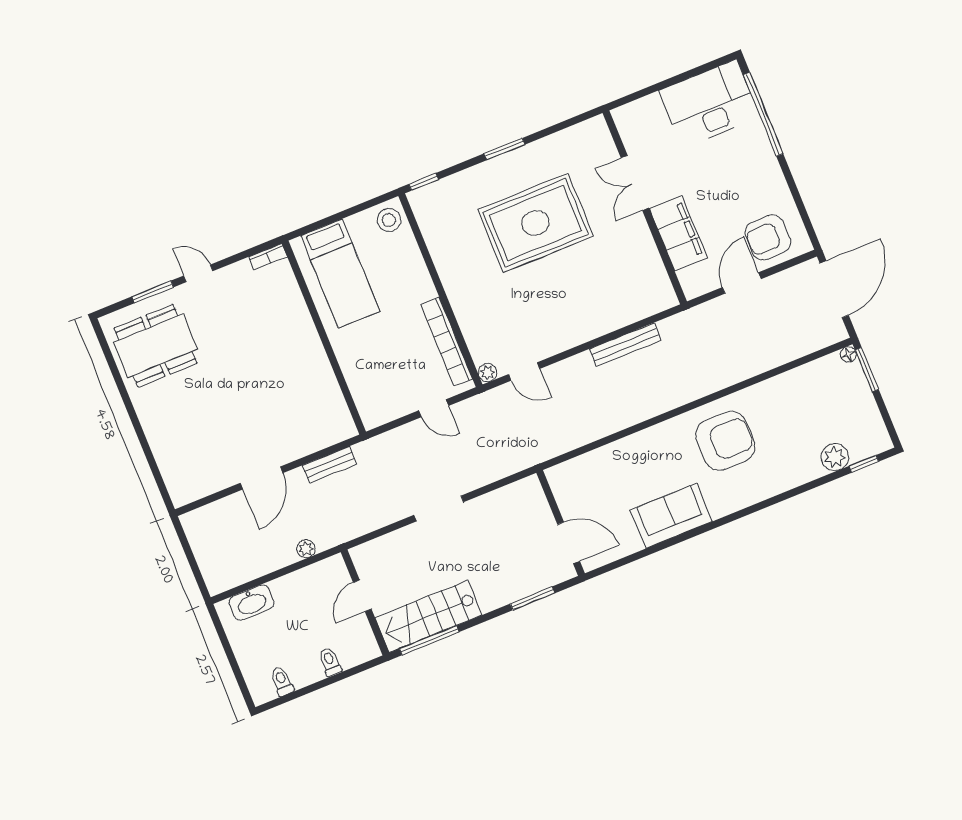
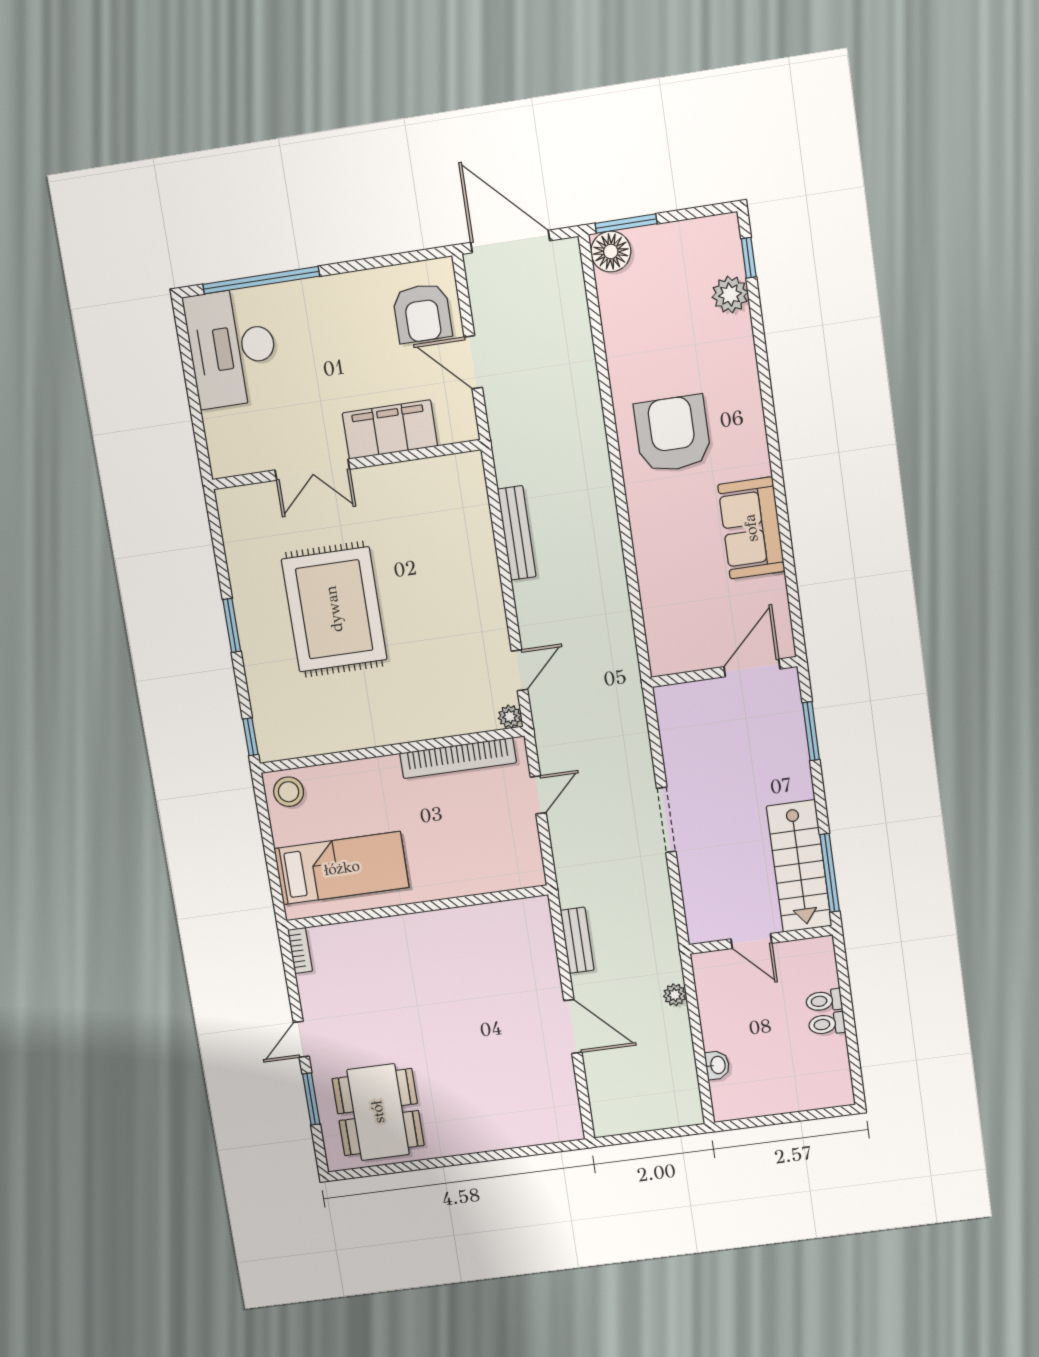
floor lamp: (848, 354) -> (611, 252), width x1.89, depth x1.89
washbasin: (251, 602) -> (717, 1065), width x0.52, depth x0.69
toilet: (282, 681) -> (827, 1024), moved

